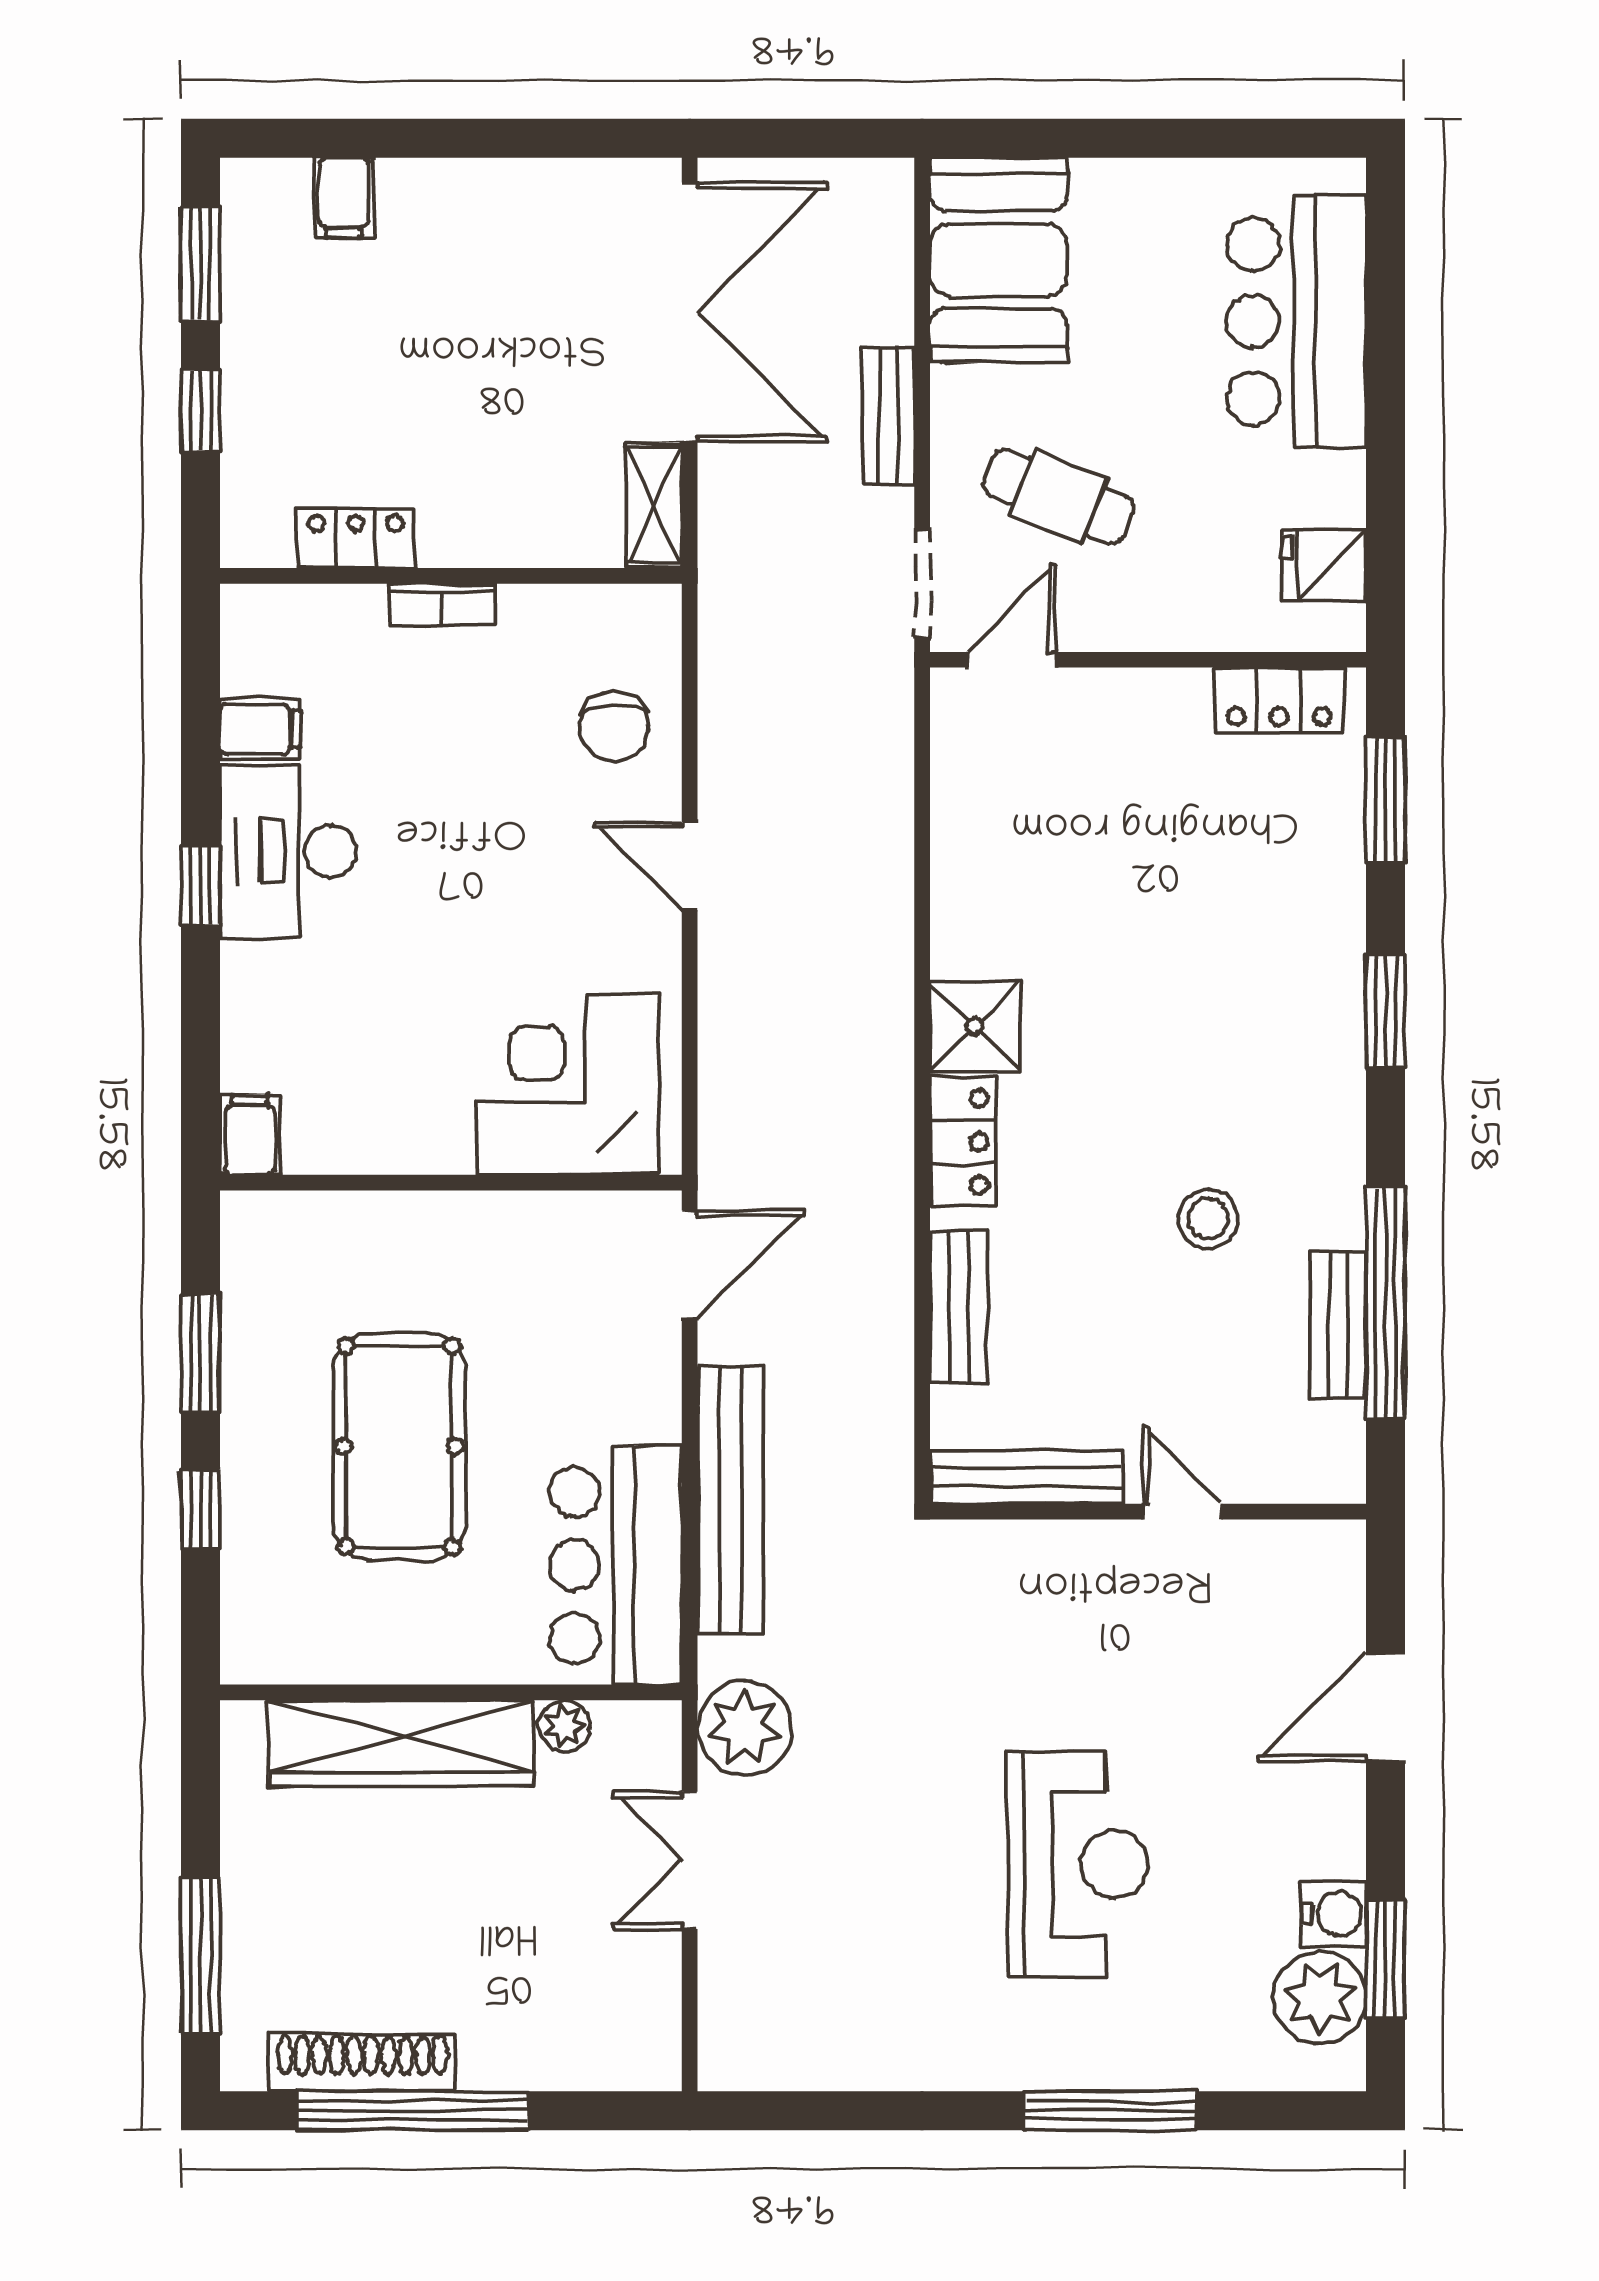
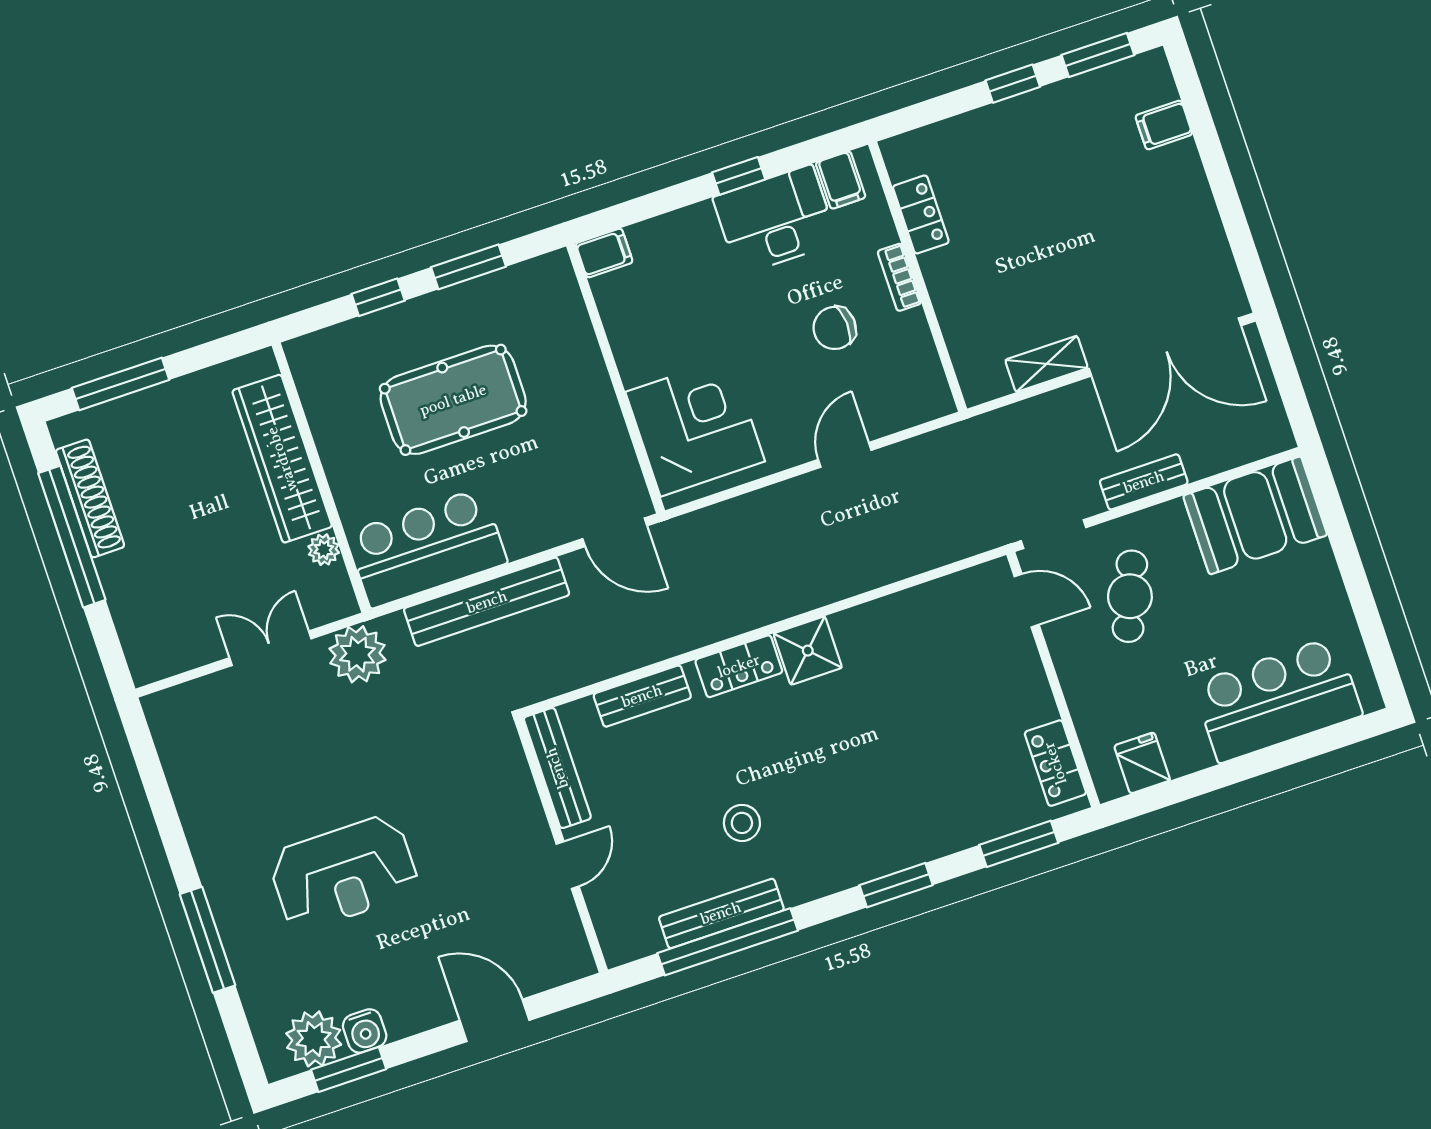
locker: (356, 538) -> (921, 214), moved
wall: (451, 576) -> (918, 277), moved
bookcase: (442, 605) -> (899, 277), moved
chair: (614, 726) -> (835, 328), moved
bench: (1338, 1325) -> (721, 913), width x1.36

